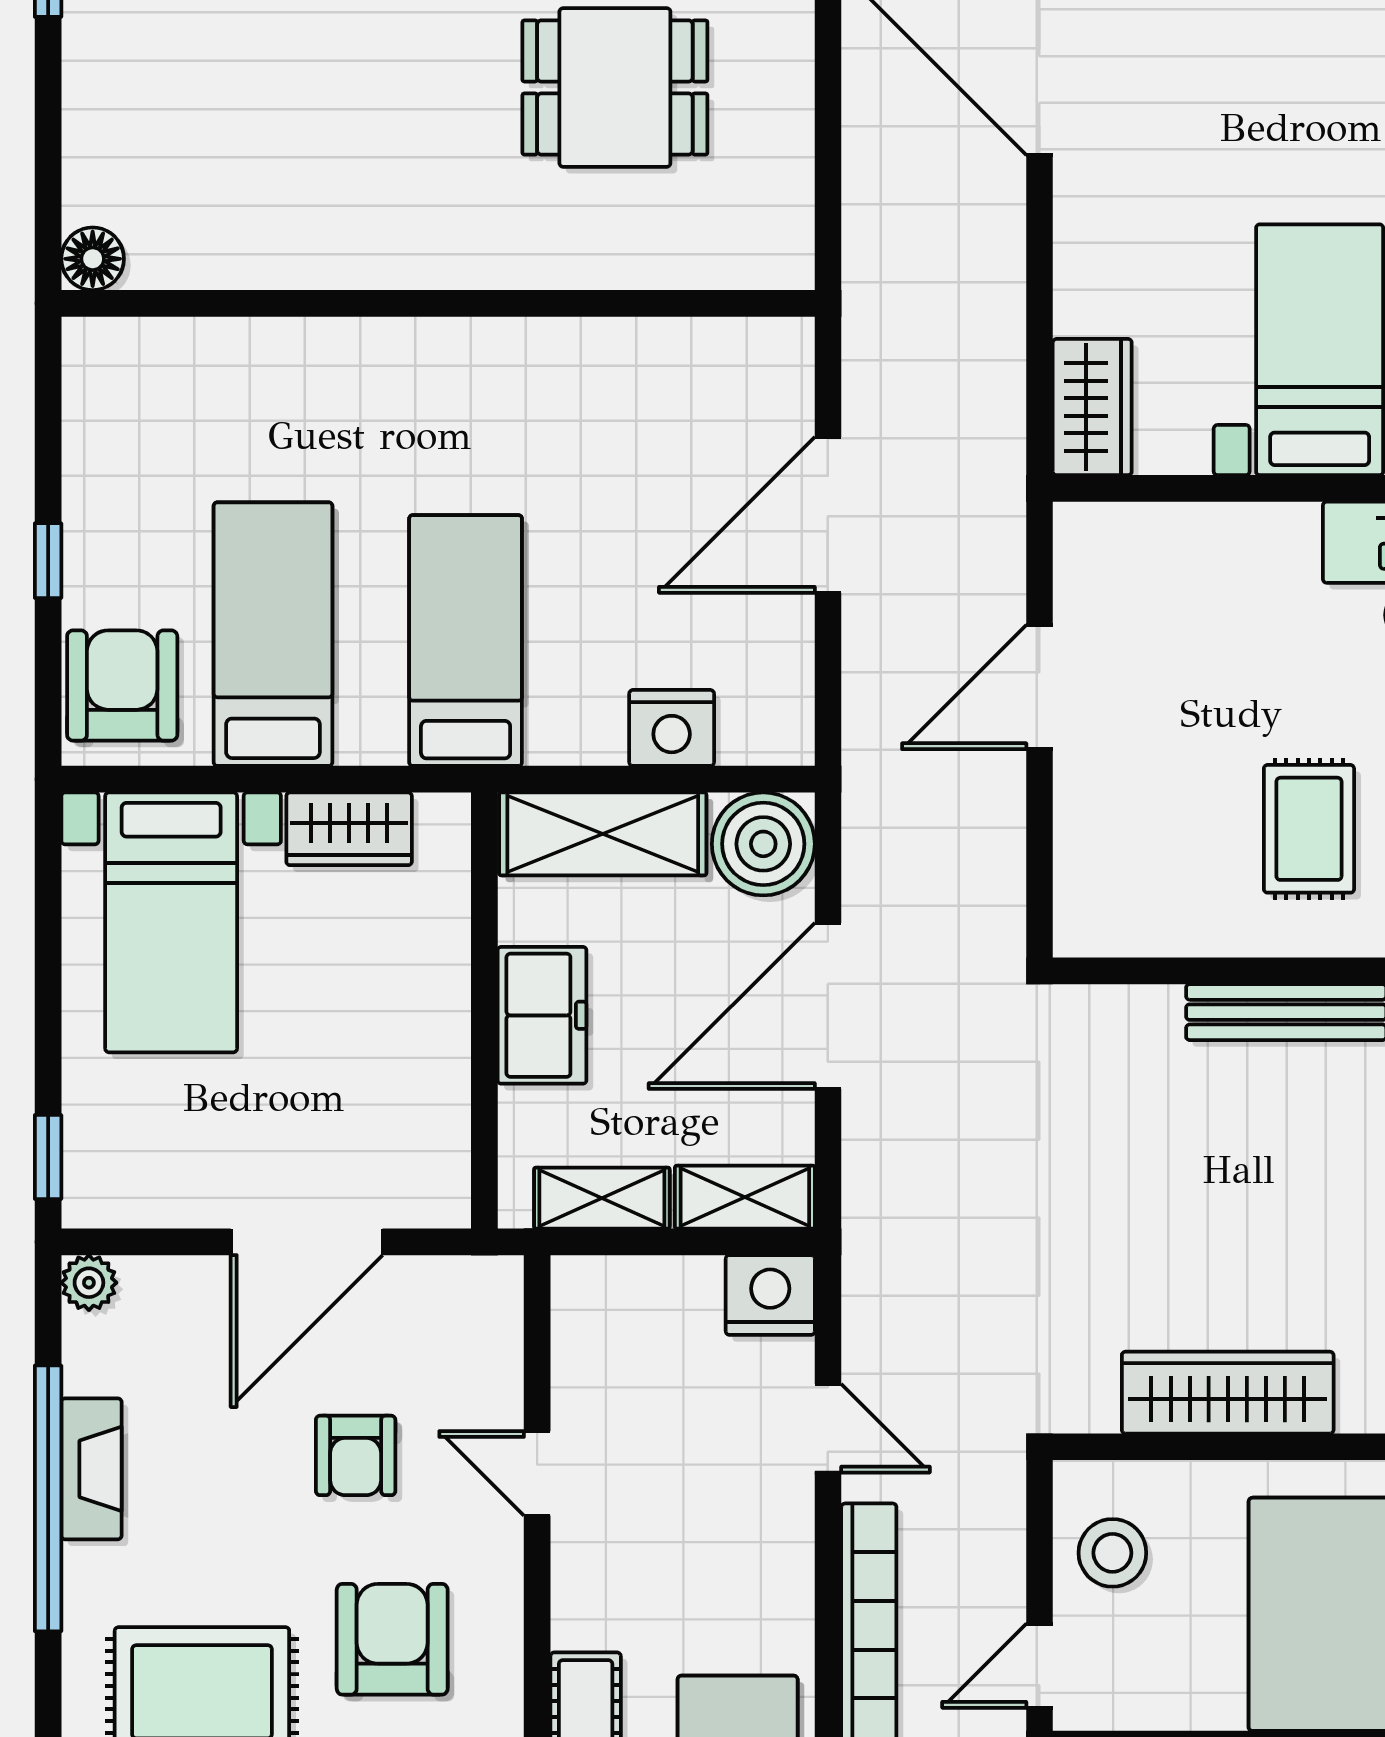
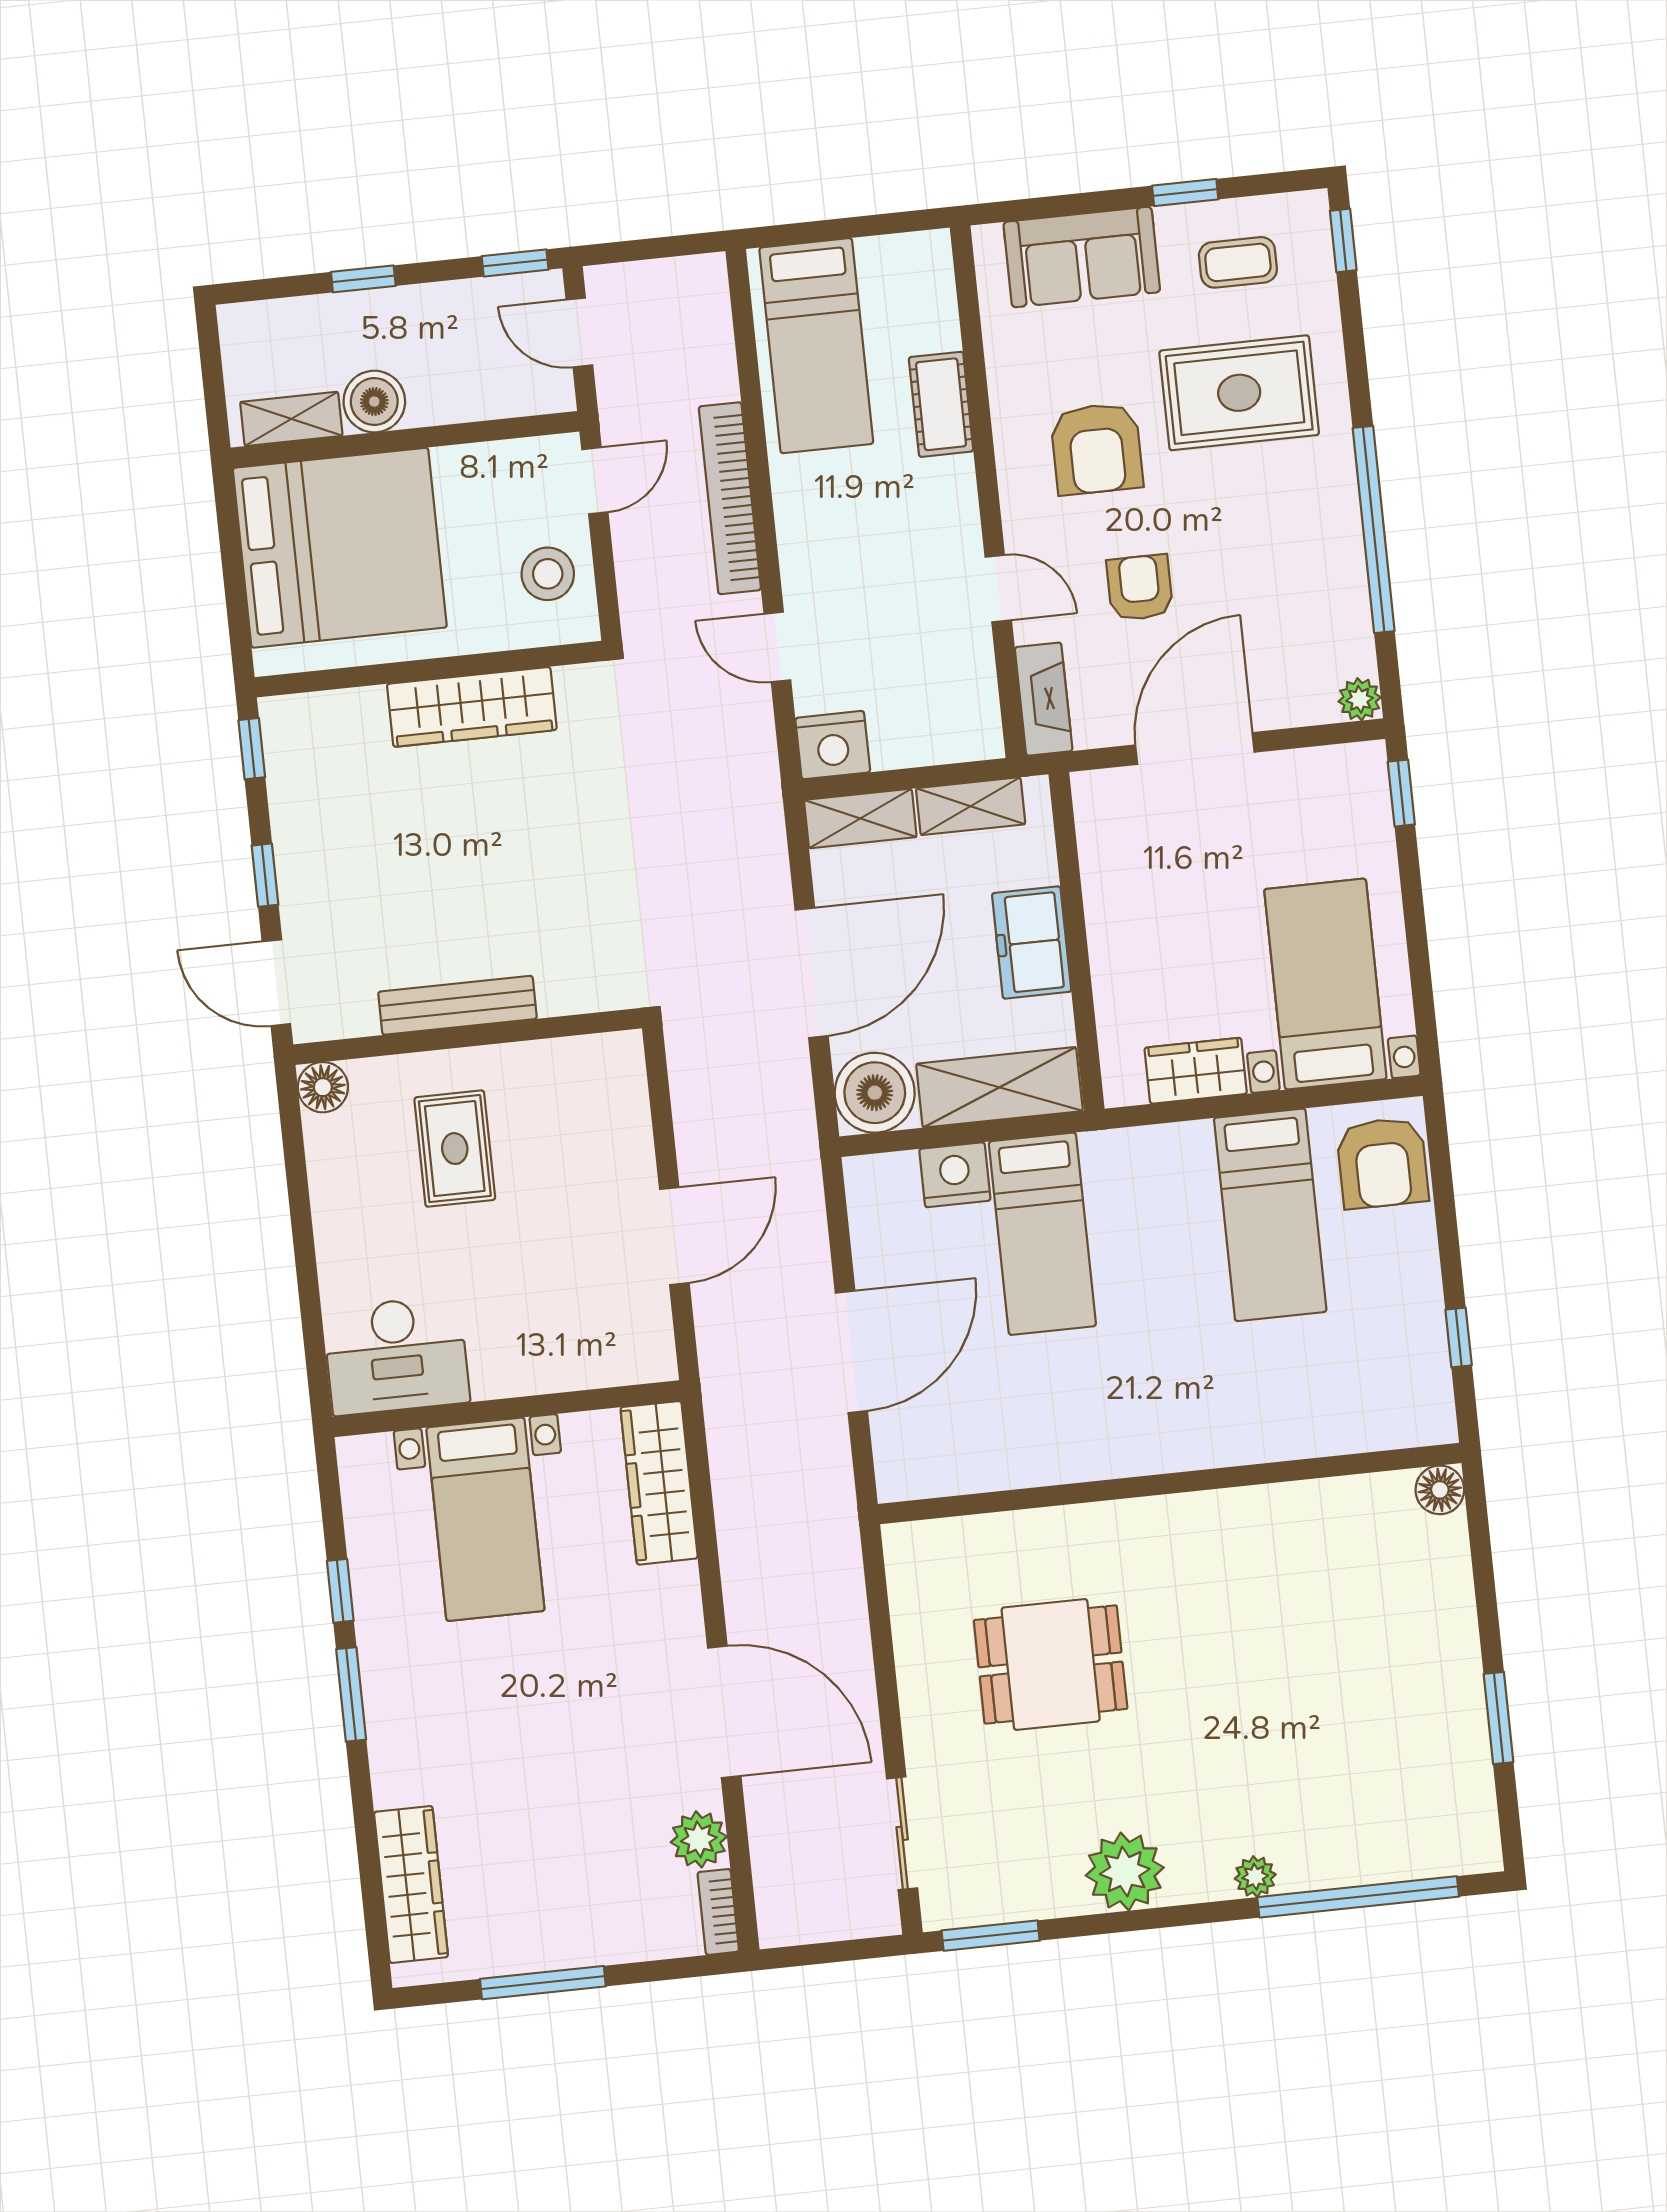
wardrobe: (1092, 407) -> (659, 1483), width x1.50
window: (48, 561) -> (1459, 1337), moved
bed: (466, 641) -> (1042, 1234), moved
fireplace: (91, 1469) -> (1044, 699), moved, turned 180

